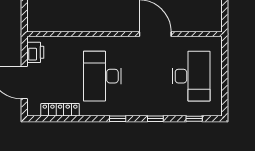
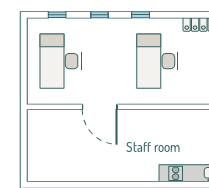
desk: (102, 76) -> (157, 61), turned 180

